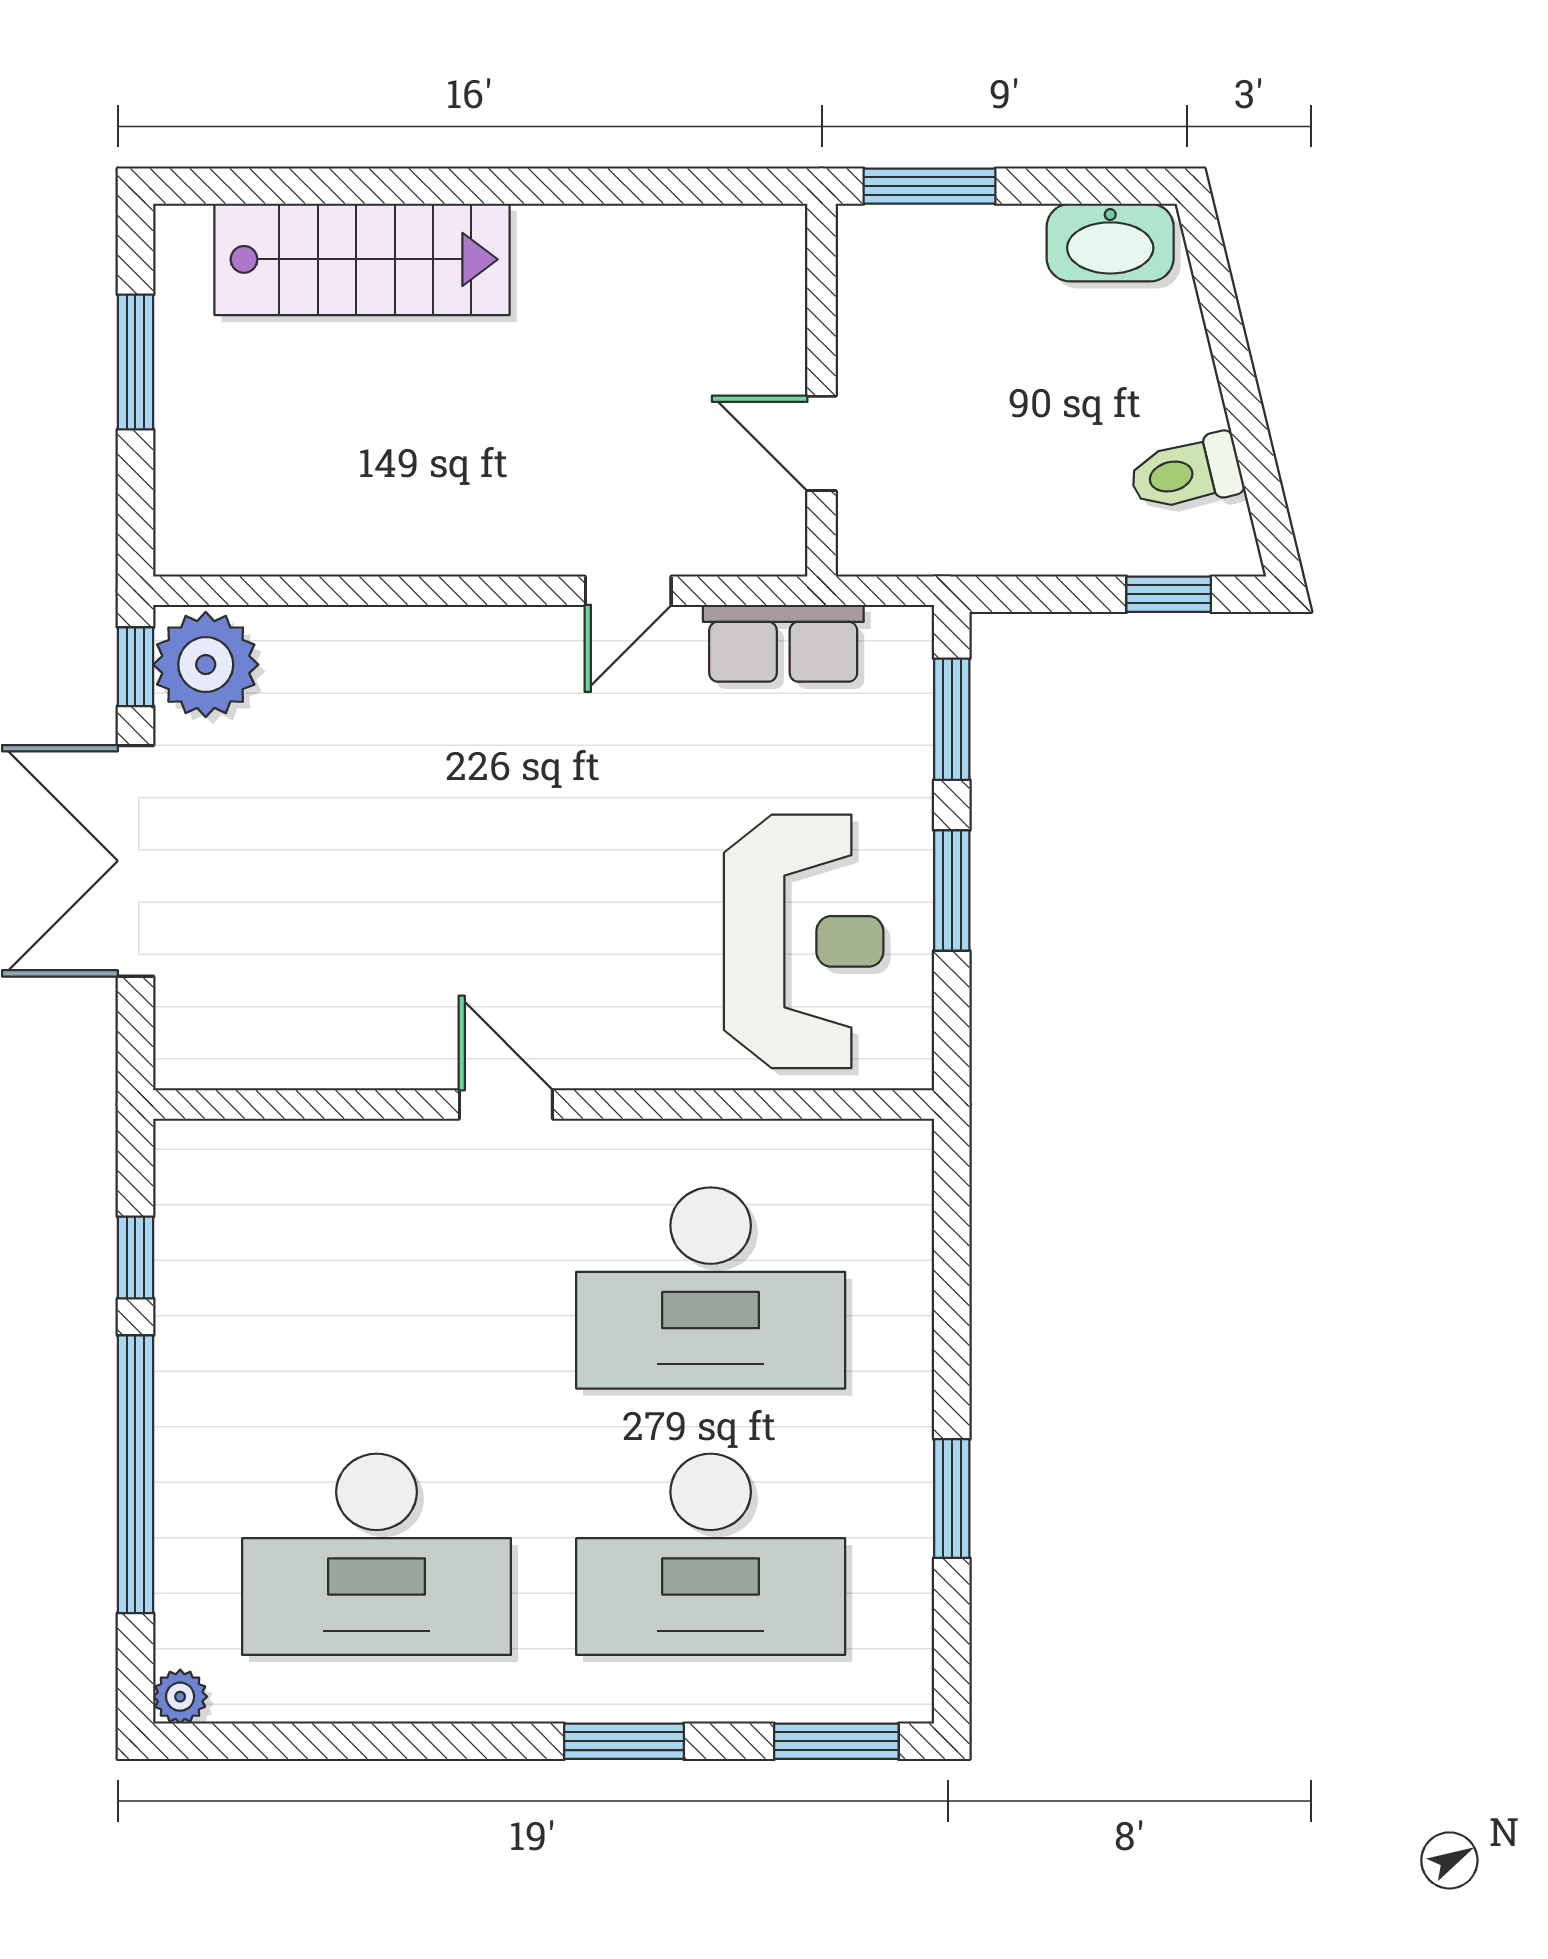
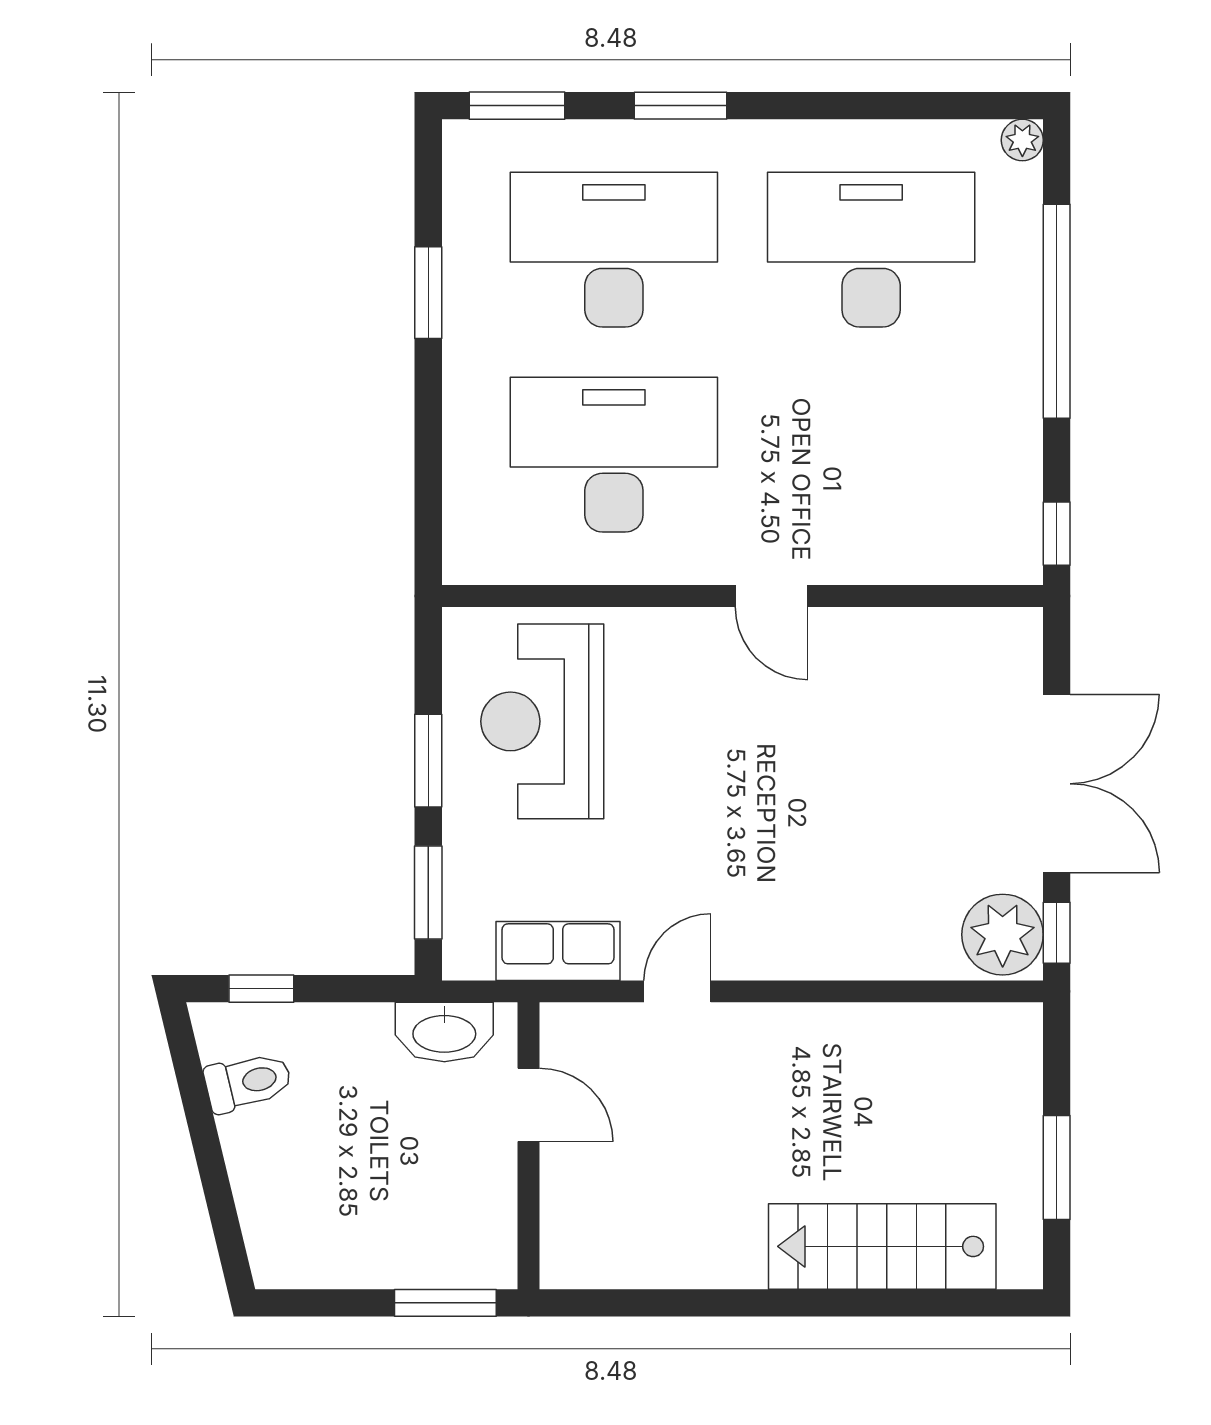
washbasin: (1110, 243) -> (444, 1032), moved, turned 180
window: (135, 1257) -> (1057, 534), moved

